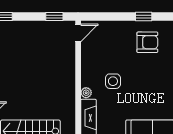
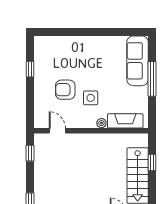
door: (78, 33) -> (57, 131), moved
armchair: (147, 42) -> (65, 90), moved, turned -90

